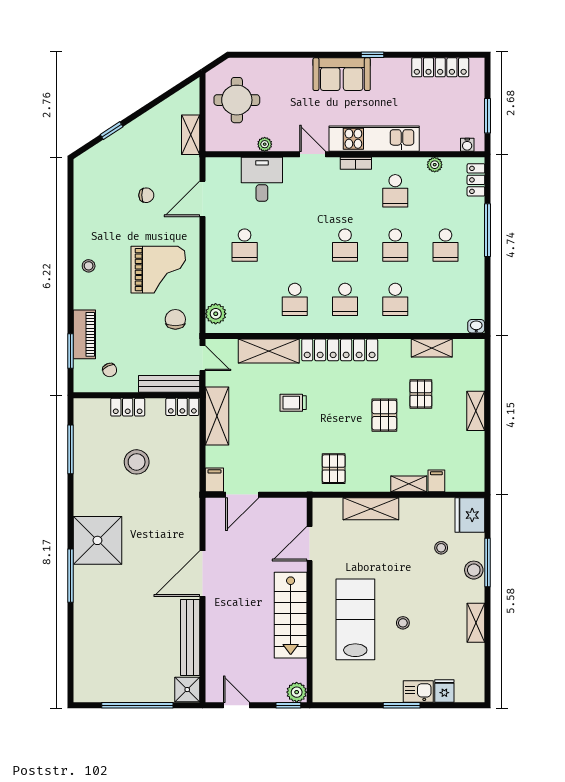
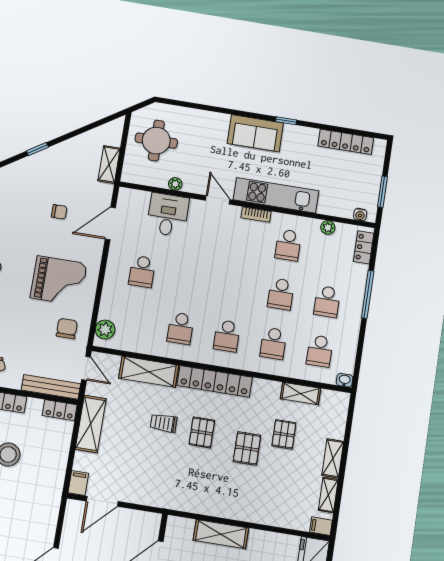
school desk: (345, 245) -> (320, 351), moved
pallet: (334, 469) -> (202, 432), moved
filing cabinet: (436, 481) -> (321, 526), moved, turned -90
shelving: (409, 484) -> (328, 495), moved, turned 90

